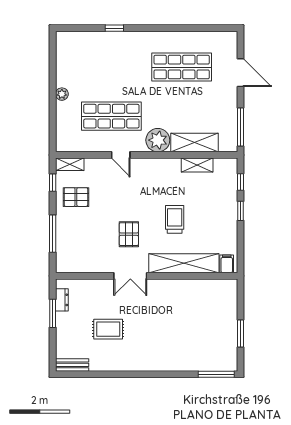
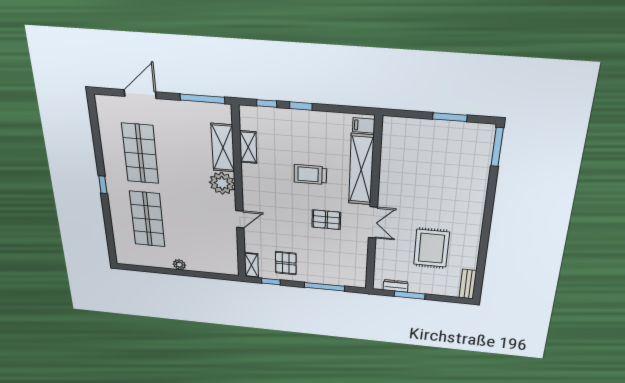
window: (114, 28) -> (103, 185), moved
shop shelf: (111, 116) -> (147, 219), moved
rug: (108, 329) -> (431, 248), width x1.36, depth x1.43

